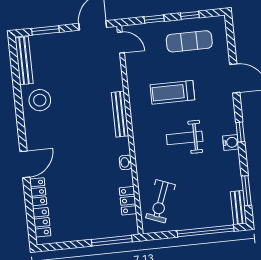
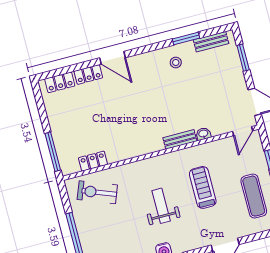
bench: (24, 61) -> (211, 42), width x0.73
window: (17, 86) -> (186, 39), added
stool: (40, 100) -> (176, 62), width x0.53, depth x0.53
bench: (120, 114) -> (180, 139), width x0.73
washbasin: (126, 162) -> (203, 134), moved

